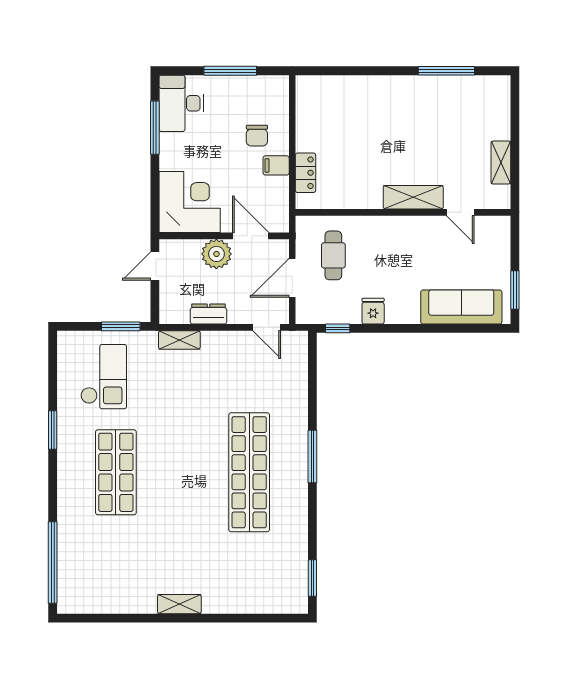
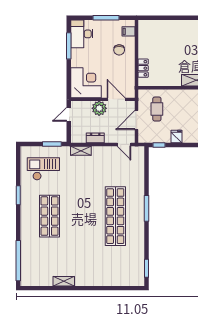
filing cabinet: (276, 165) -> (129, 31), moved
checkout: (104, 377) -> (43, 169), turned -90
shelving: (179, 604) -> (64, 281), moved

